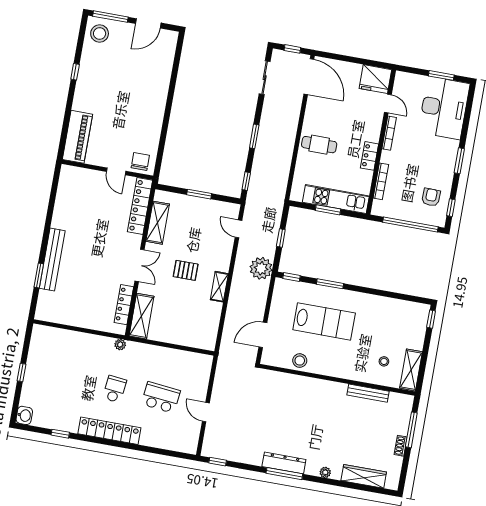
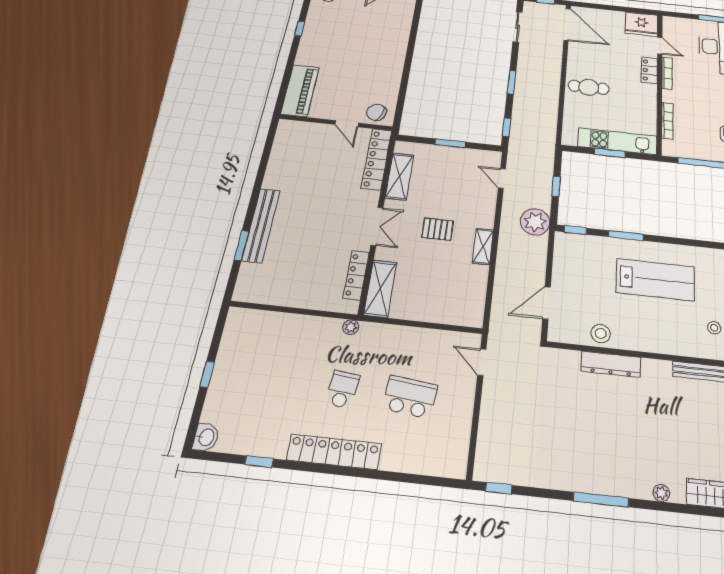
locker: (369, 156) -> (649, 70), moved
chair: (140, 162) -> (377, 112), turned -69
lab bench: (324, 321) -> (655, 280), moved
door: (206, 412) -> (482, 362), moved
dresser: (284, 463) -> (611, 364), moved, turned 180

